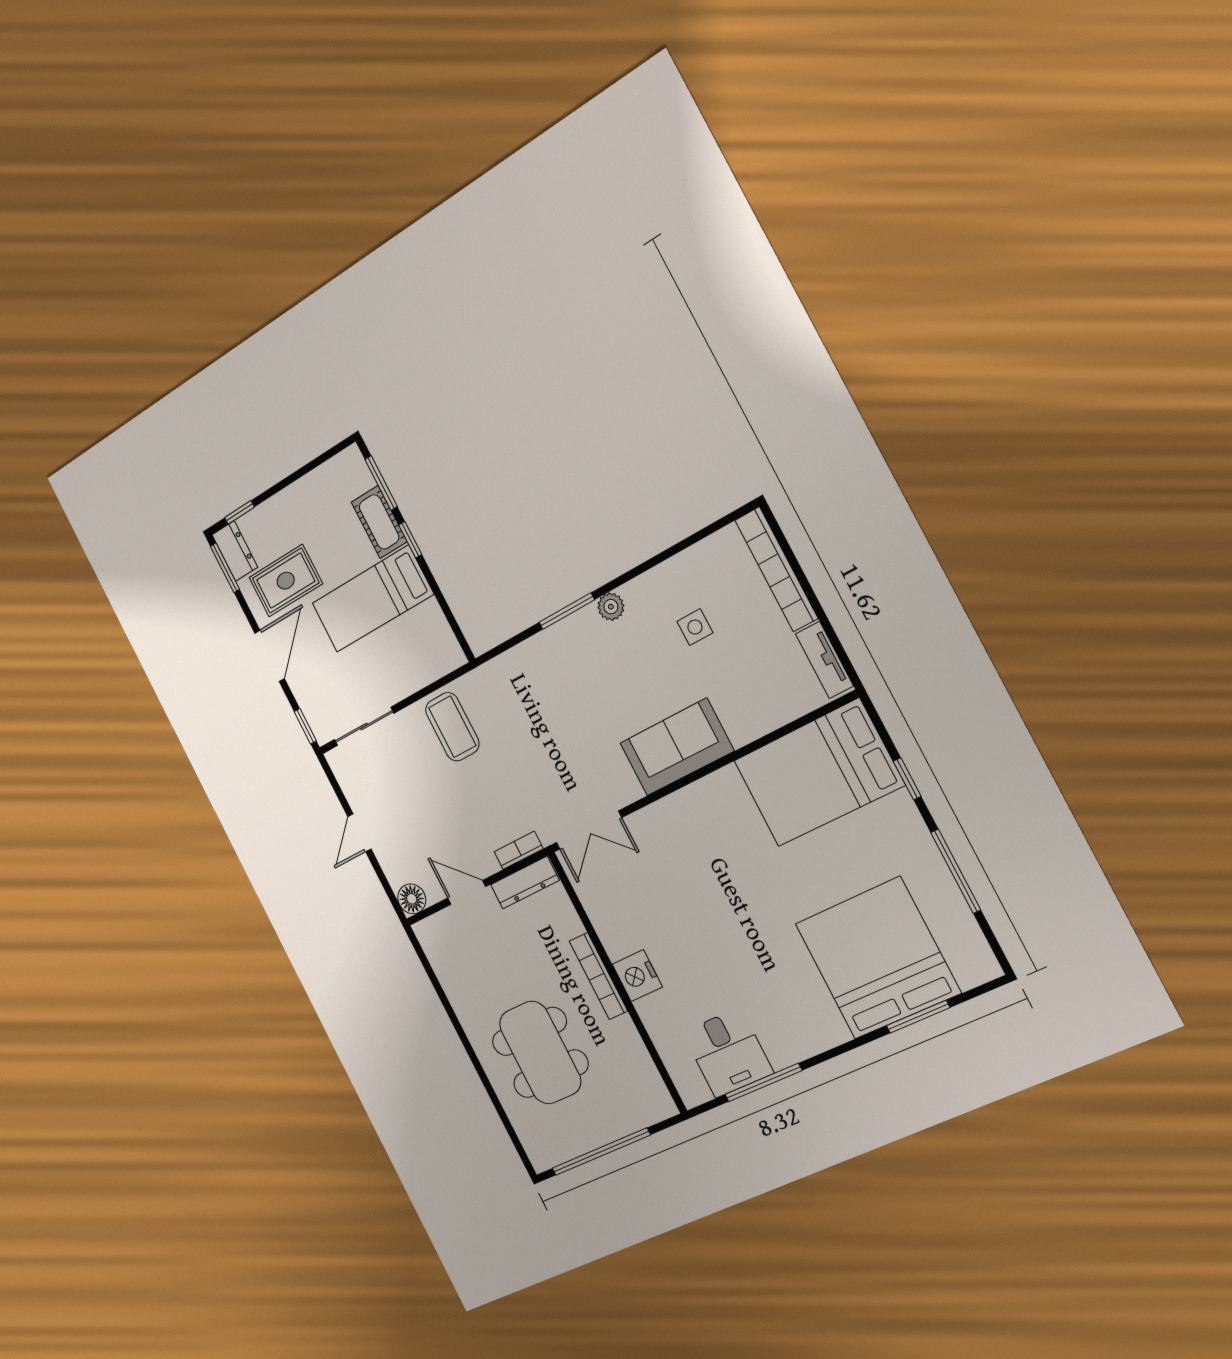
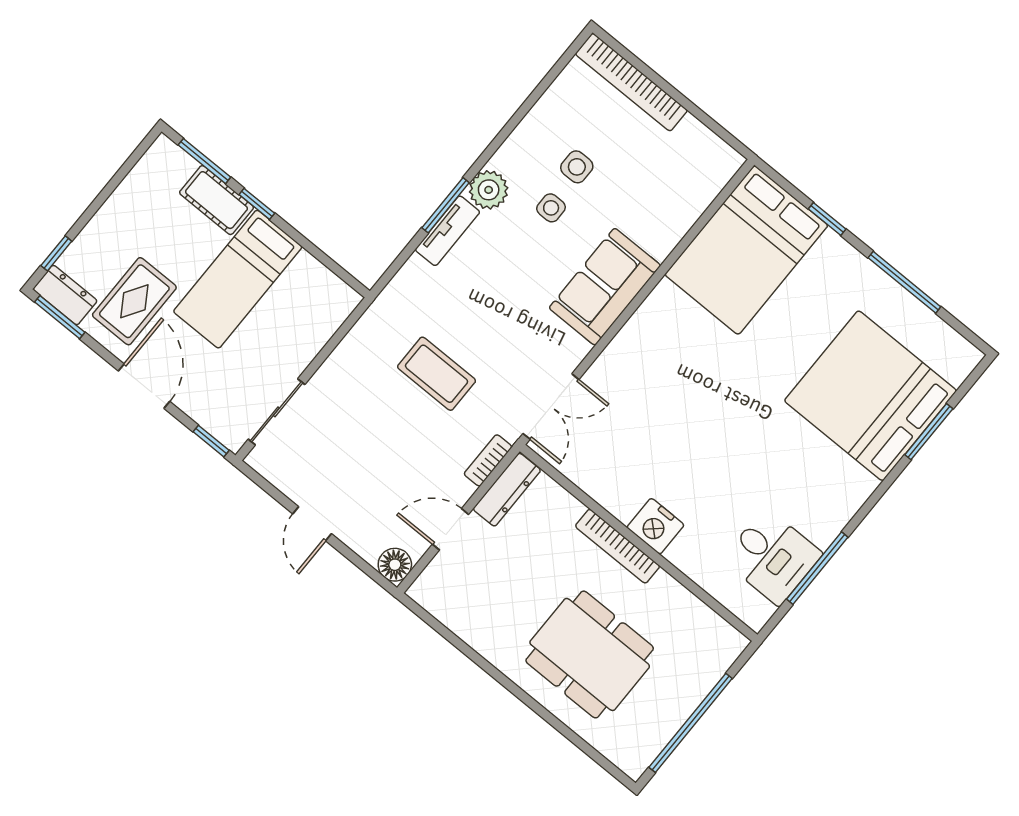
plant: (611, 607) -> (489, 190), width x1.38, depth x1.38
side table: (657, 654) -> (551, 208), added
tv unit: (824, 660) -> (448, 231), moved, turned -90
coffee table: (452, 727) -> (437, 374), moved

